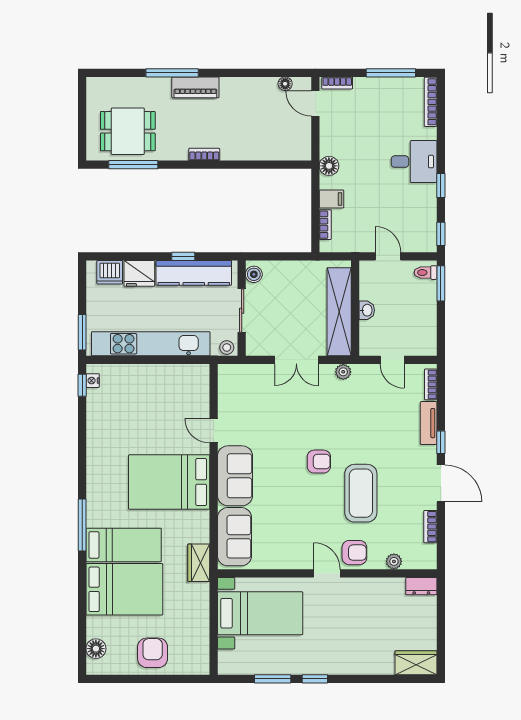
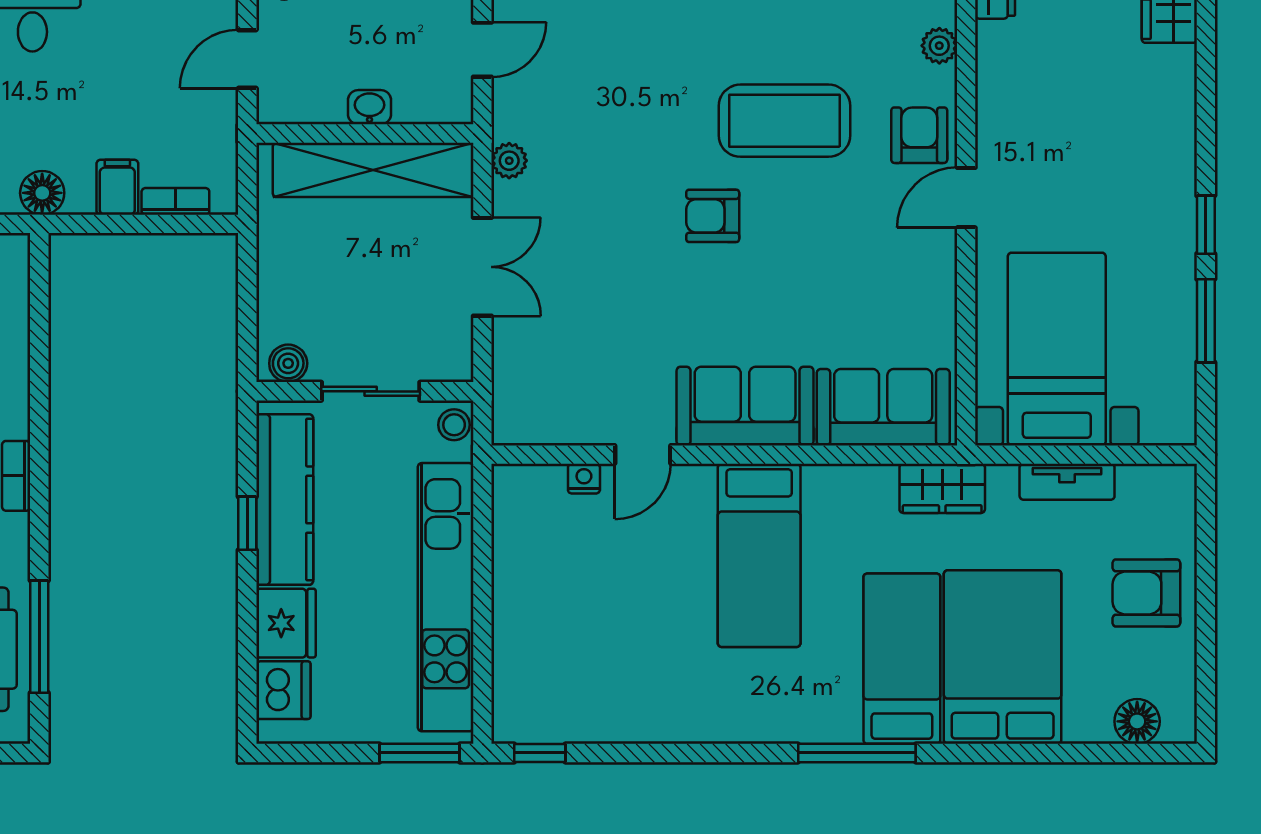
nightstand: (93, 381) -> (584, 479), moved, turned 180
armchair: (319, 462) -> (713, 216), turned -90
bed: (169, 482) -> (759, 555), width x0.67
tv unit: (202, 618) -> (1067, 482), added

